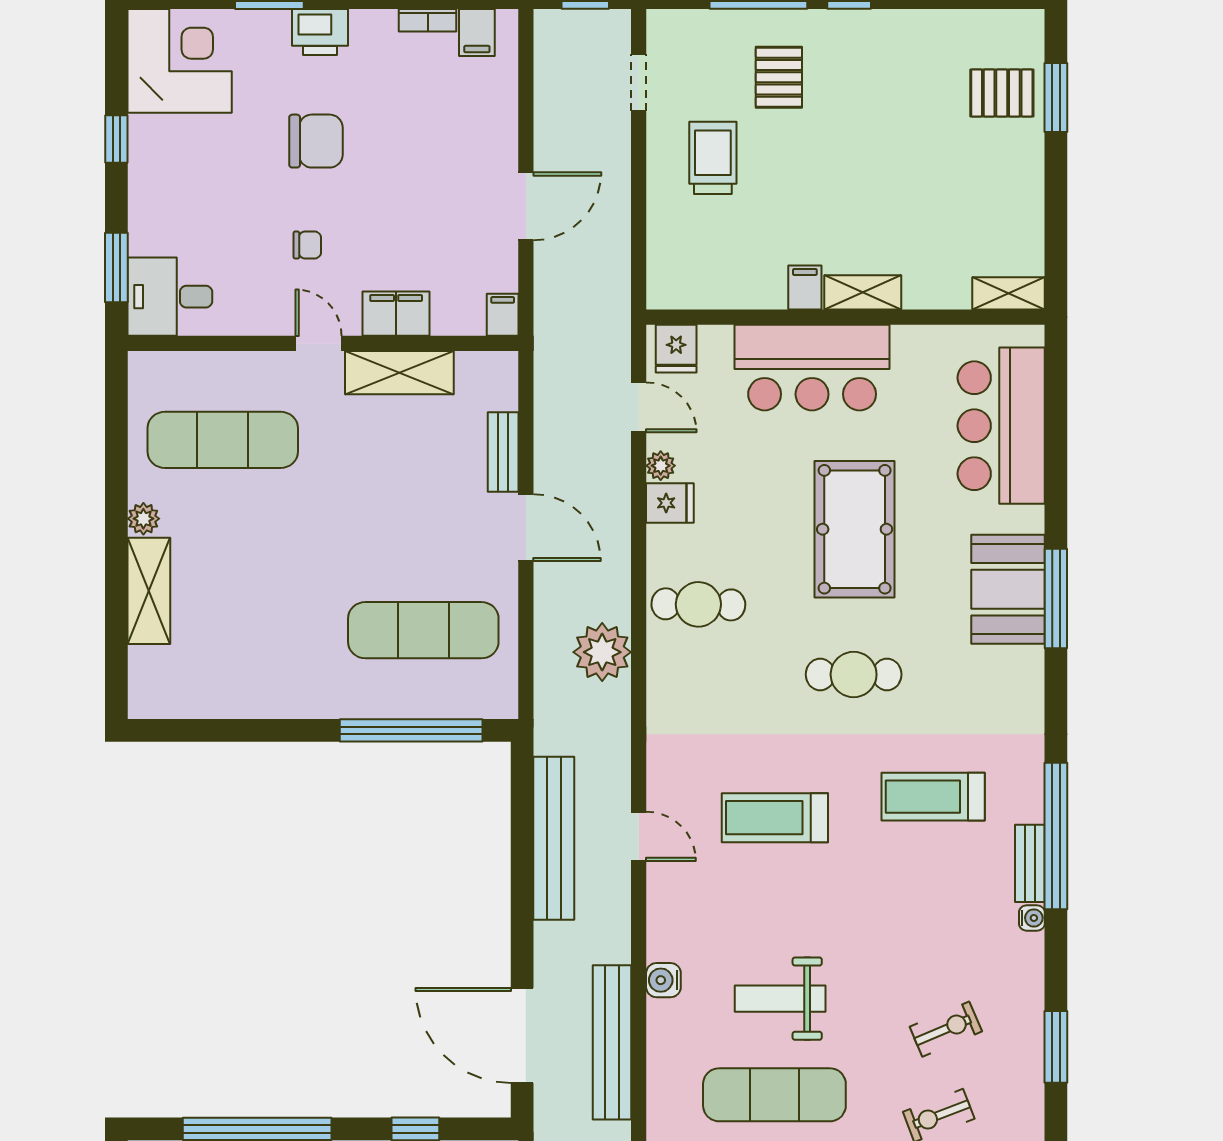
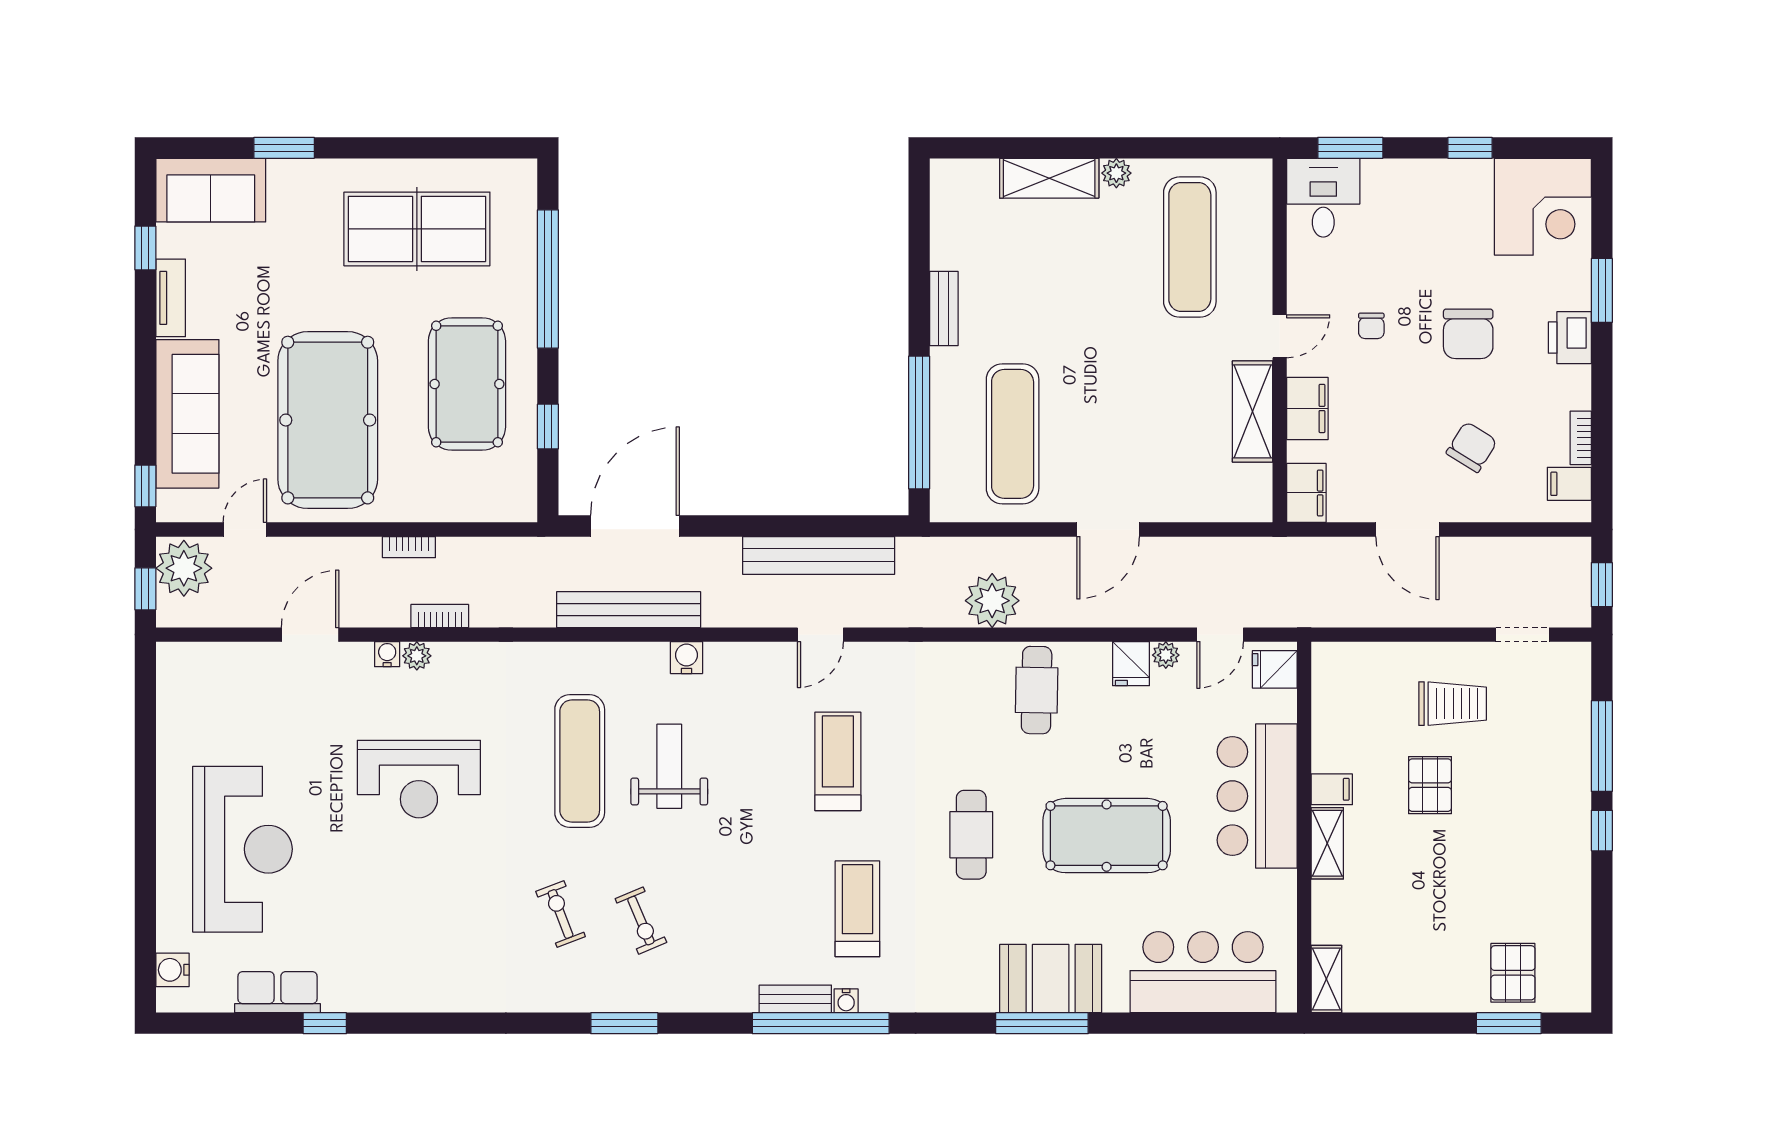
pallet: (779, 77) -> (1430, 785), moved, turned 90
chair: (437, 137) -> (1472, 447), added
filing cabinet: (503, 315) -> (1306, 493), width x2.00
bench: (503, 452) -> (944, 309), moved, turned 90
water cooler: (1032, 918) -> (846, 1001), moved

